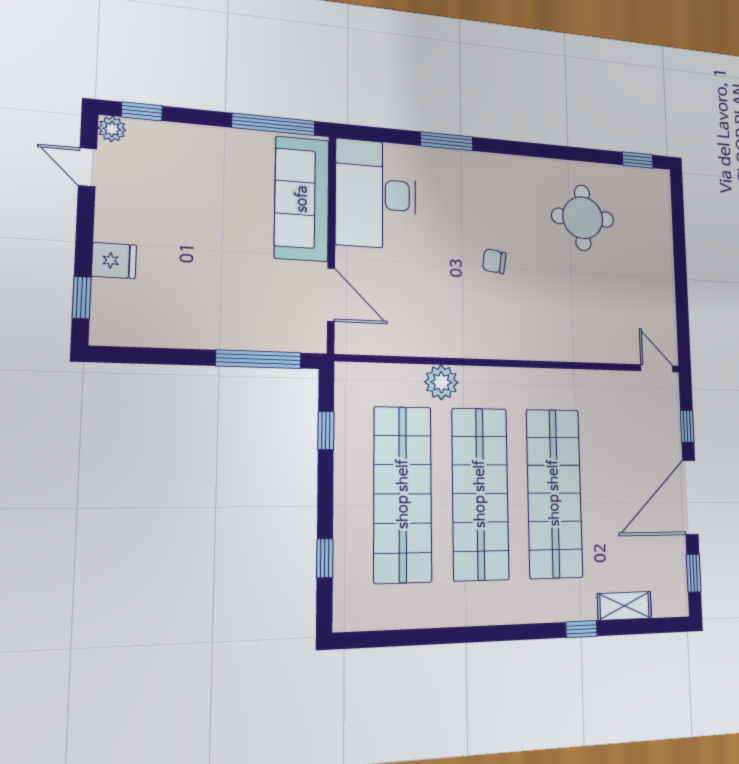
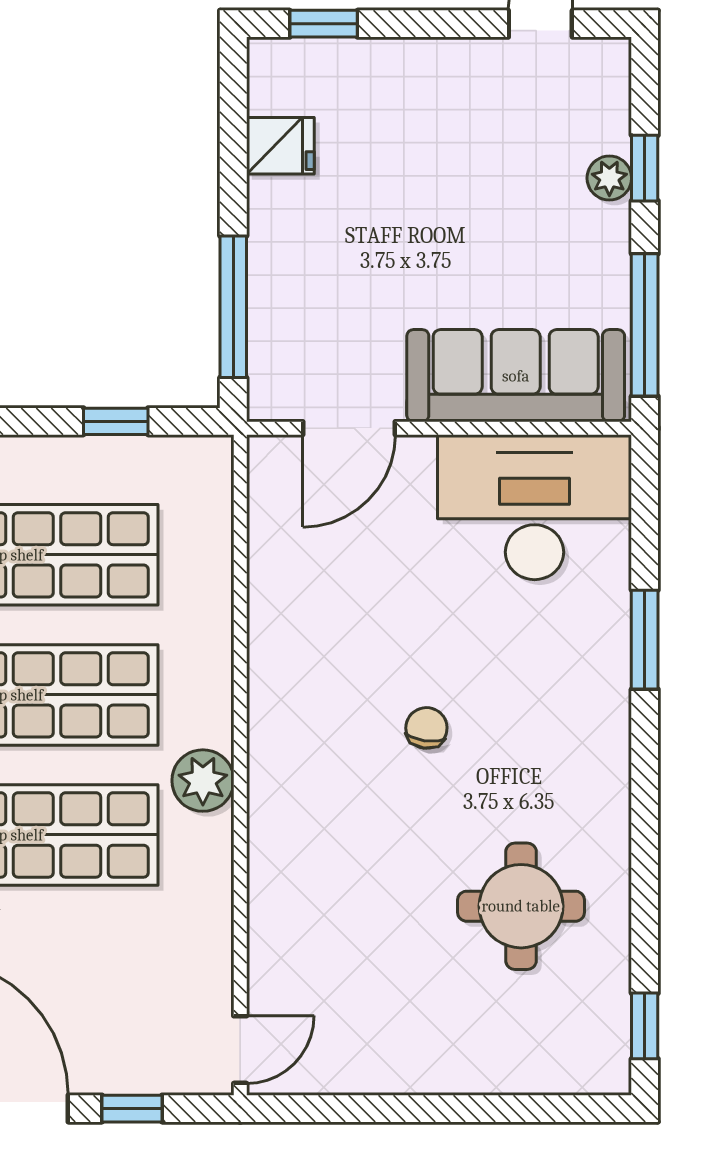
window: (142, 111) -> (645, 168), moved
plant: (112, 129) -> (609, 178), moved
fridge: (114, 261) -> (280, 146), moved, turned -90
plant: (441, 382) -> (203, 781), moved

